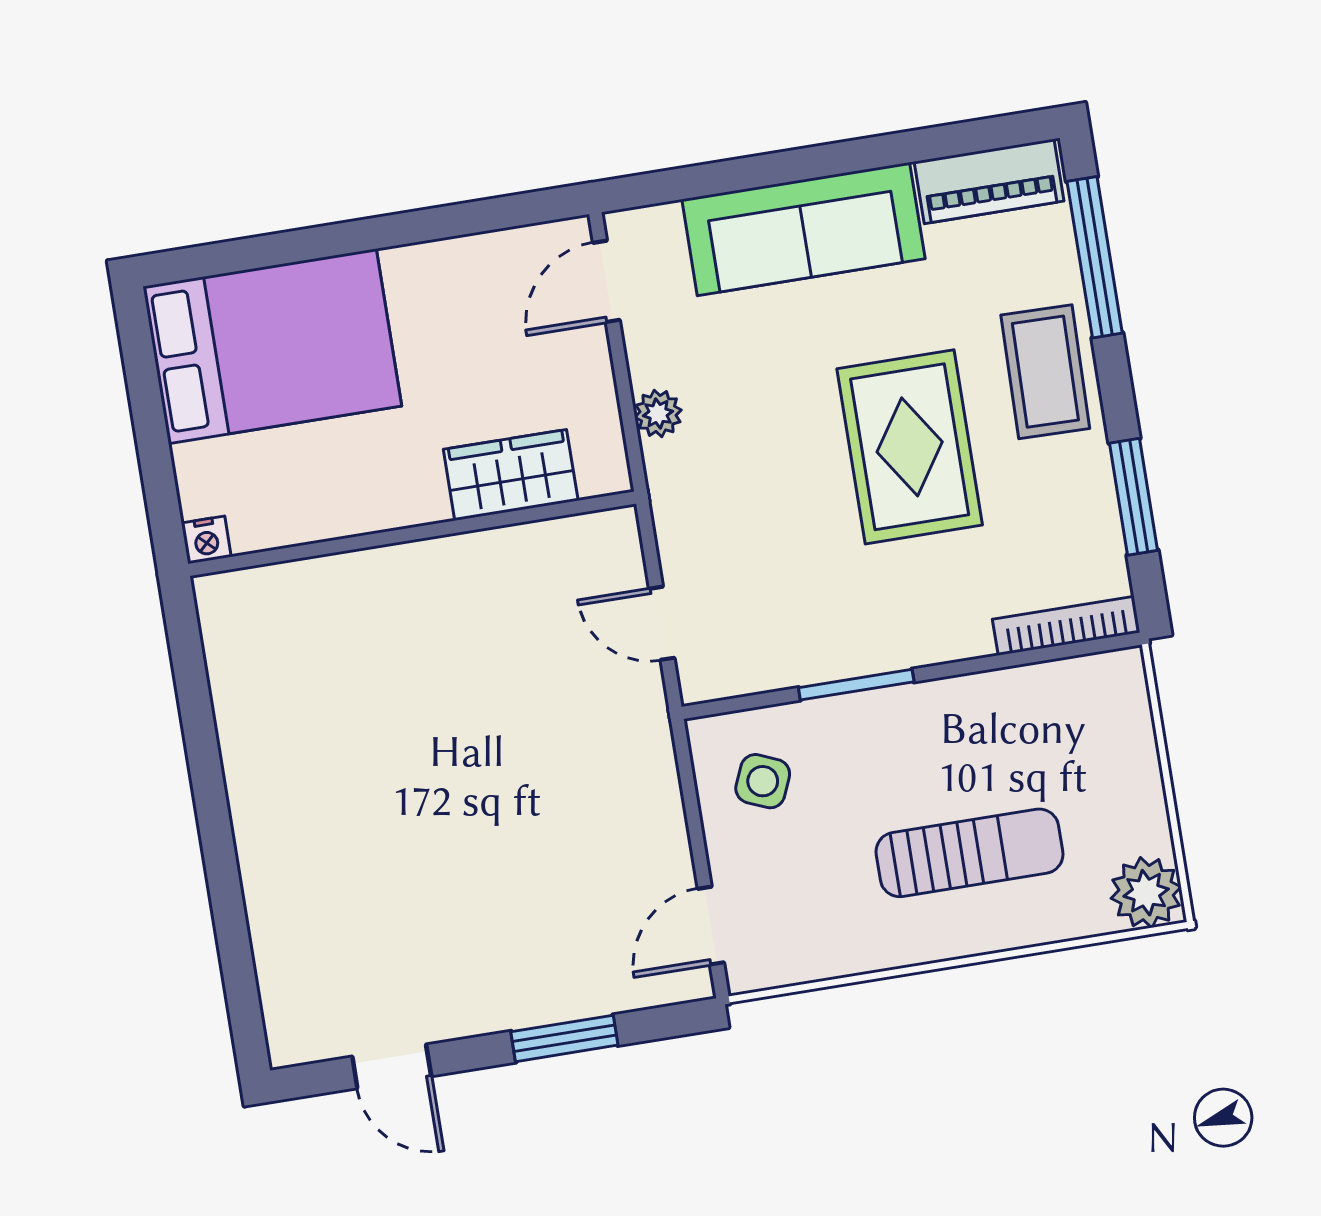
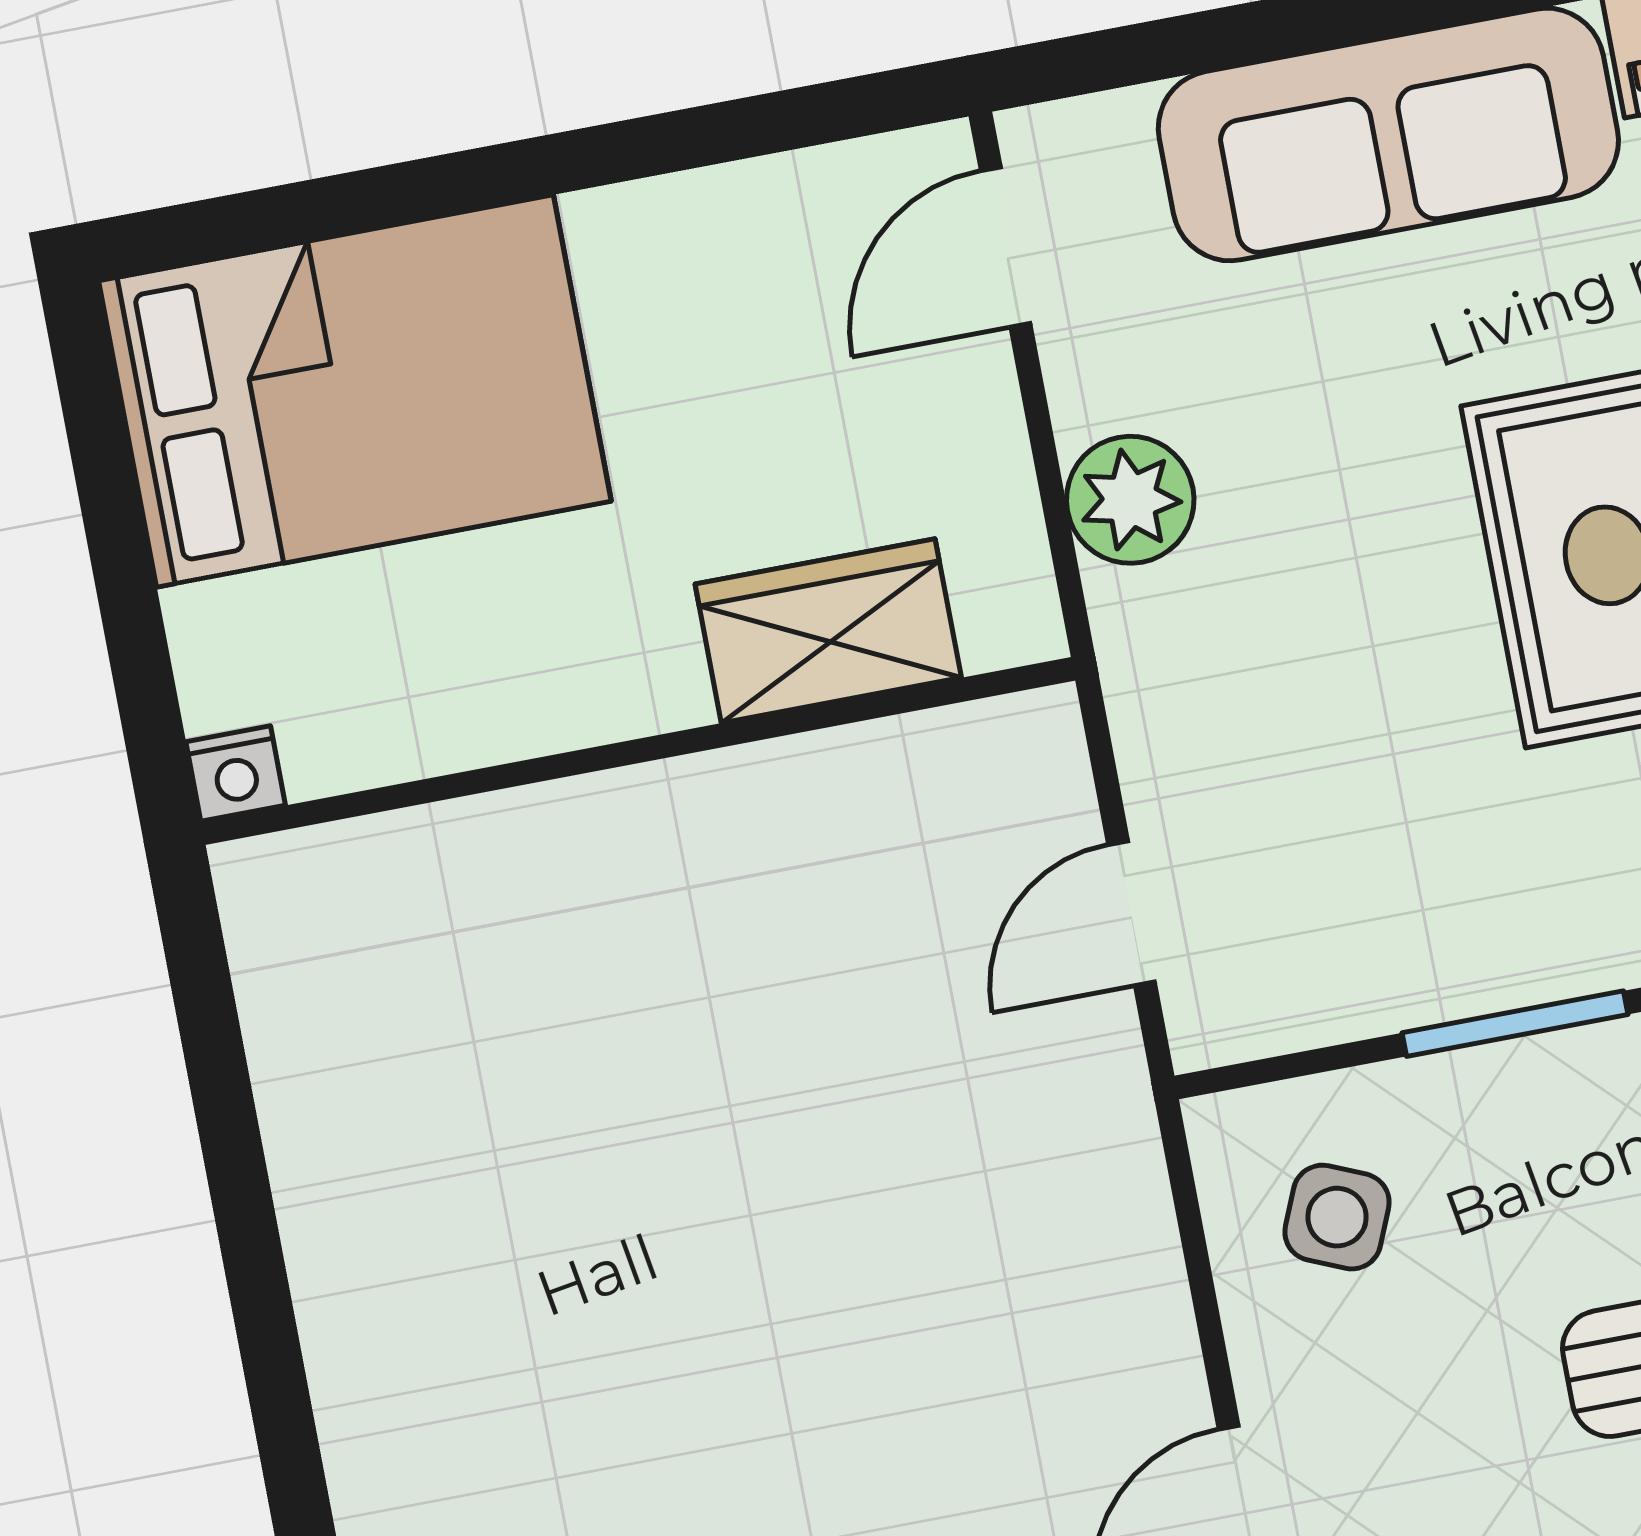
plant: (658, 414) -> (1130, 500), width x1.38, depth x1.38
door: (662, 623) -> (1131, 913), hinge flipped

